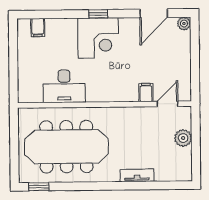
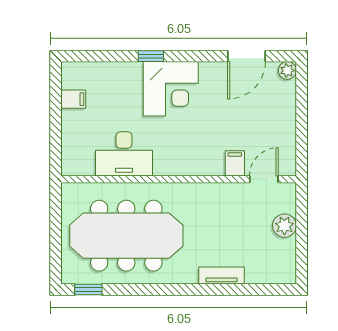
window: (98, 14) -> (151, 56), moved
filing cabinet: (38, 28) -> (73, 99), moved, turned -90

